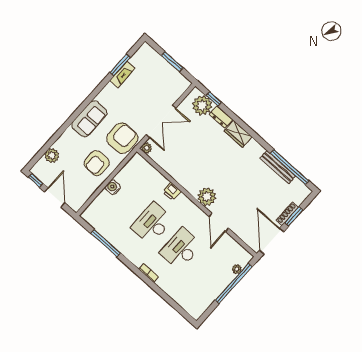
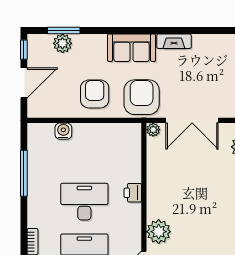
window: (120, 65) -> (64, 31), moved
fireplace: (122, 74) -> (174, 41), moved
armchair: (122, 138) -> (142, 97), turned -90
armchair: (97, 163) -> (95, 94), turned 90
water cooler: (113, 187) -> (63, 131), moved

